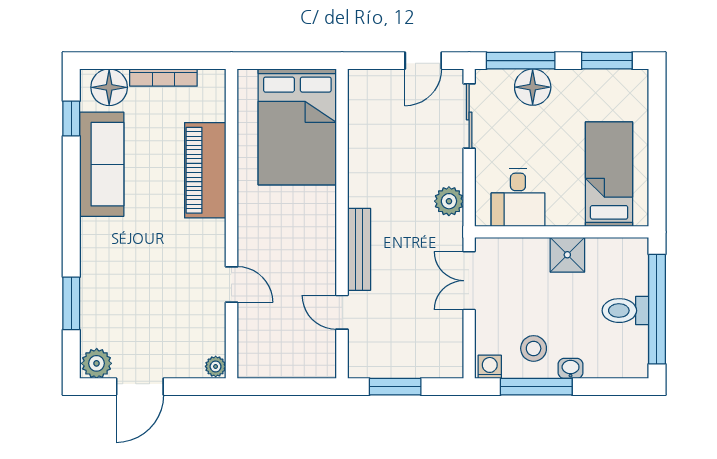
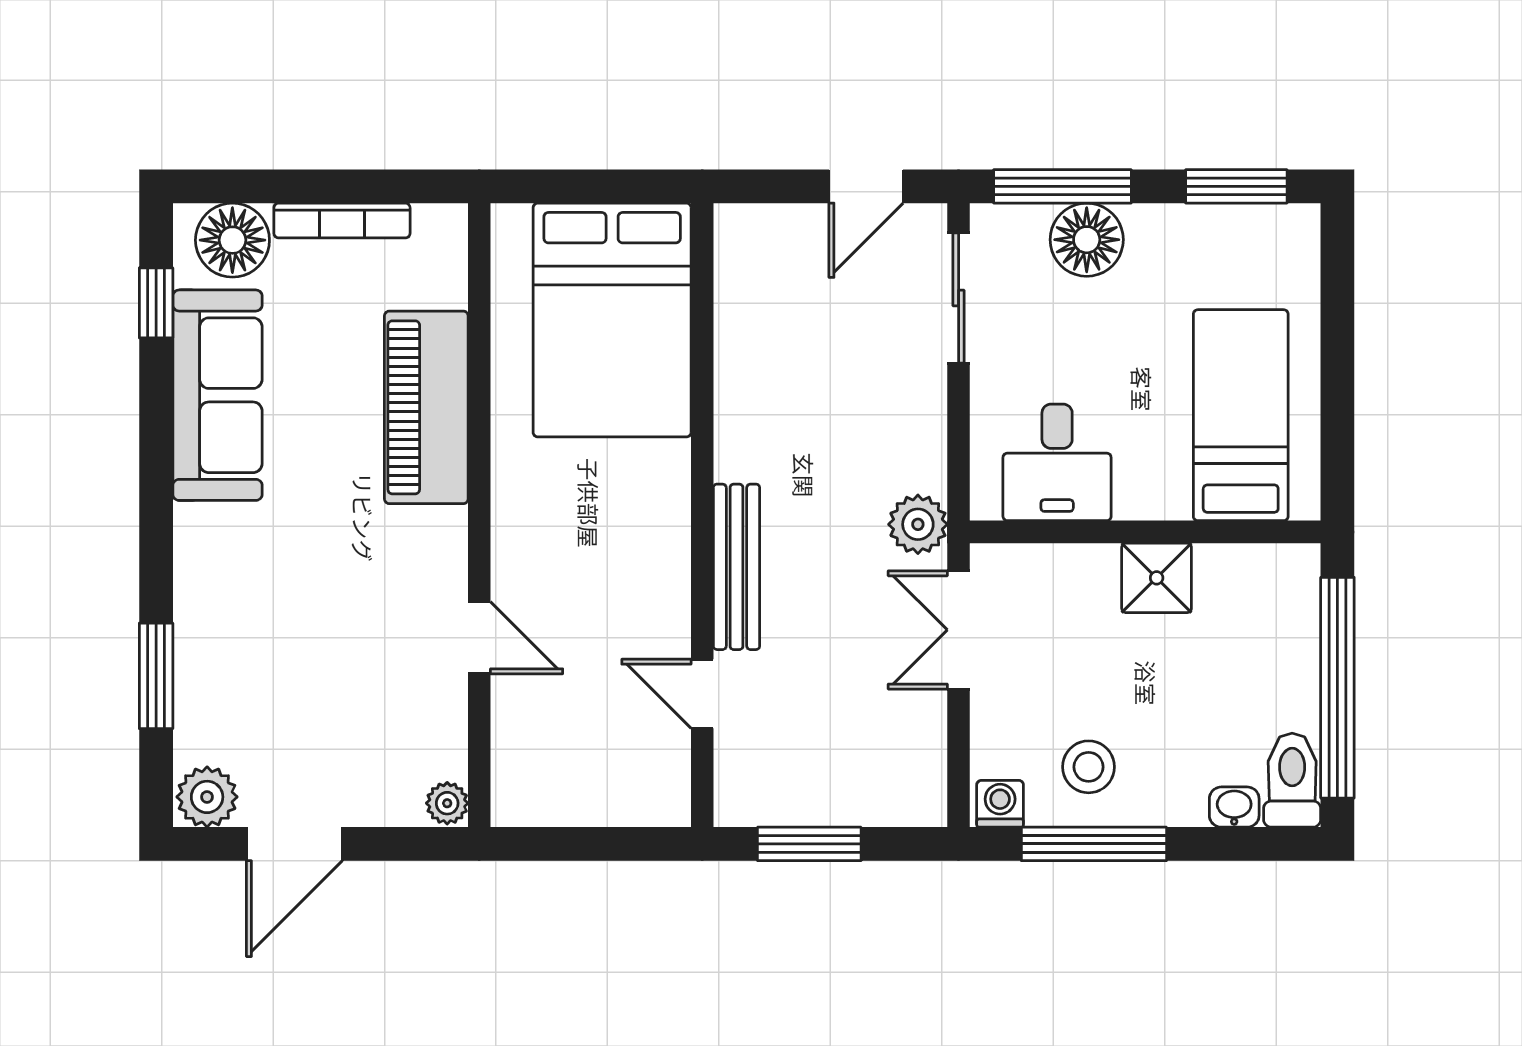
plant: (449, 201) -> (918, 524), moved
toilet: (625, 311) -> (1292, 780), moved, turned 90
washbasin: (571, 368) -> (1234, 807), moved

